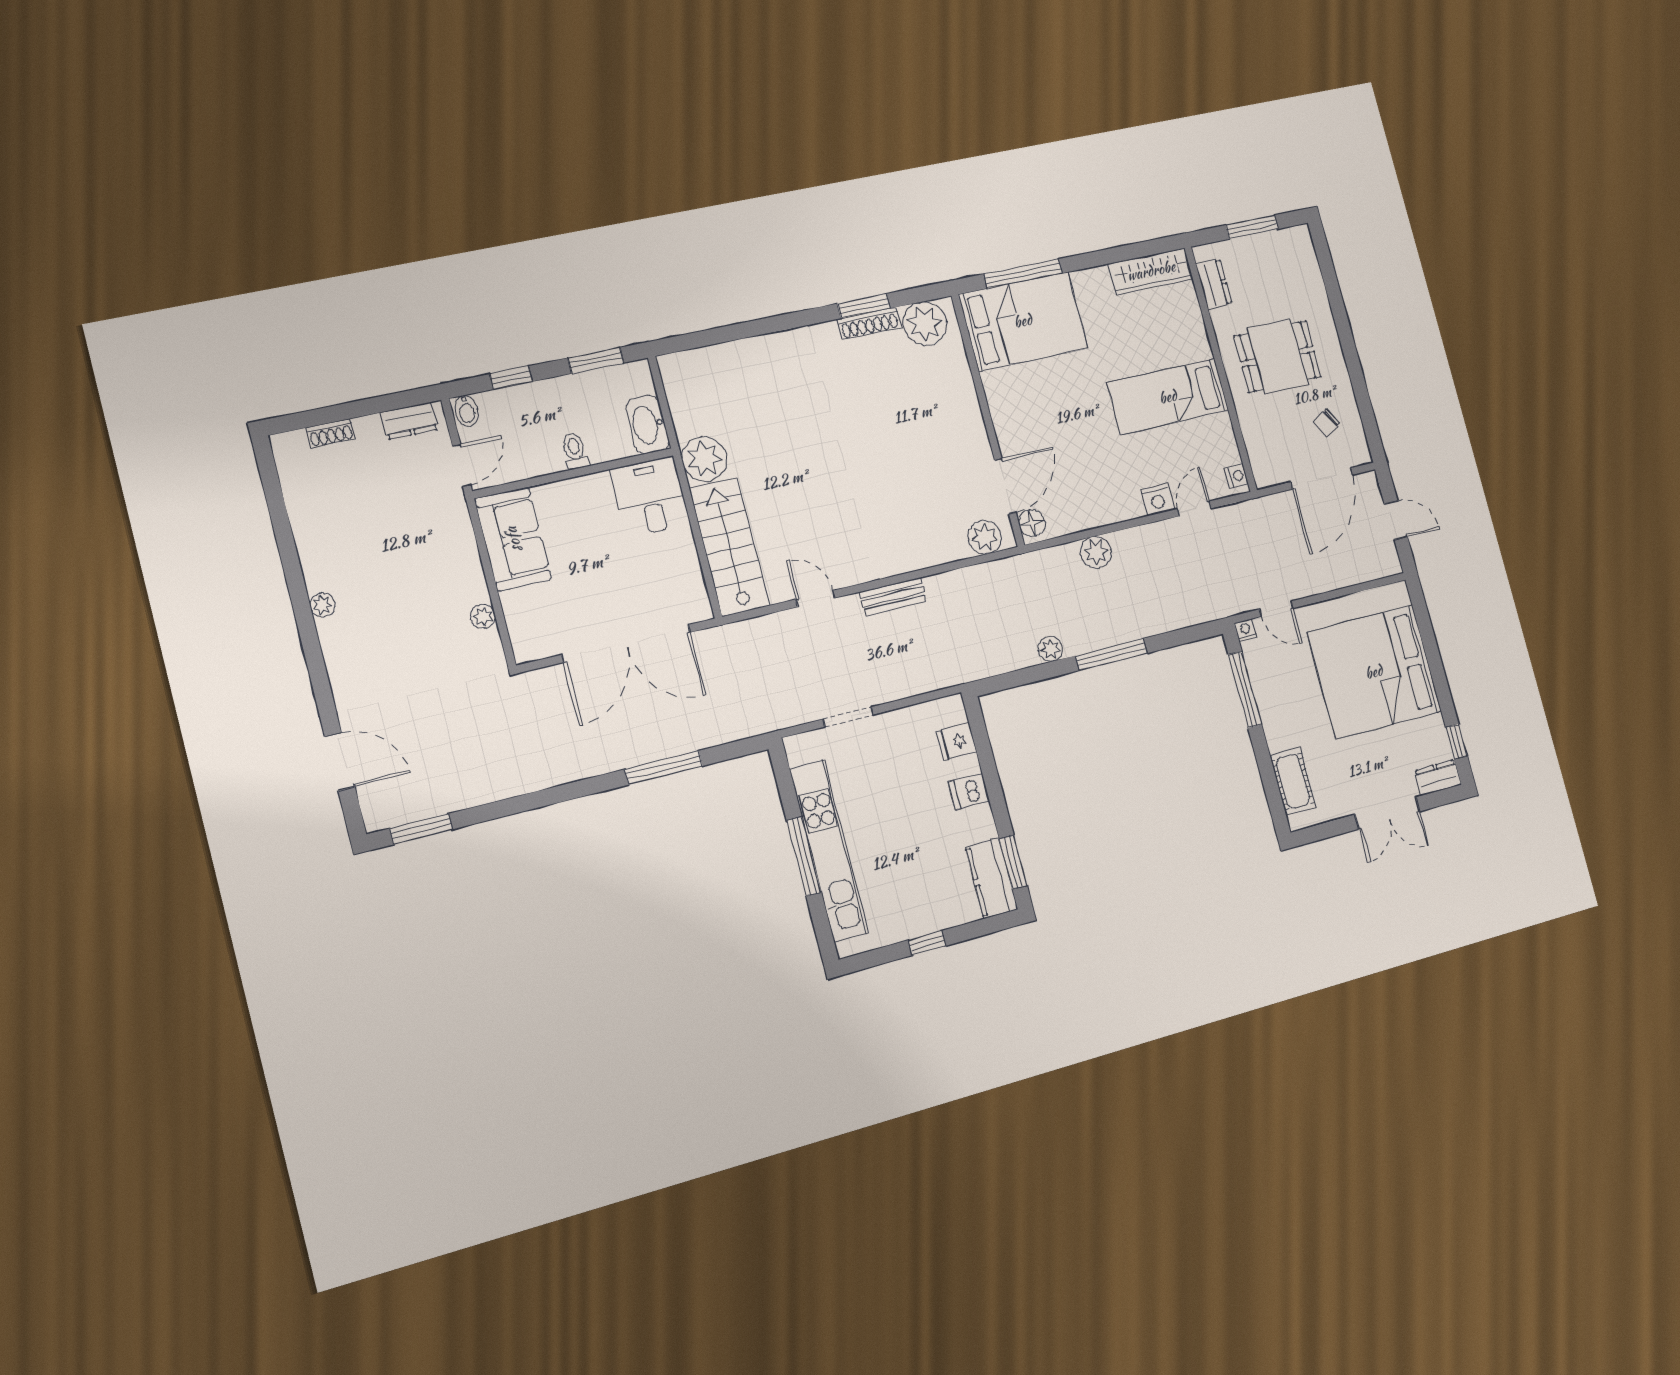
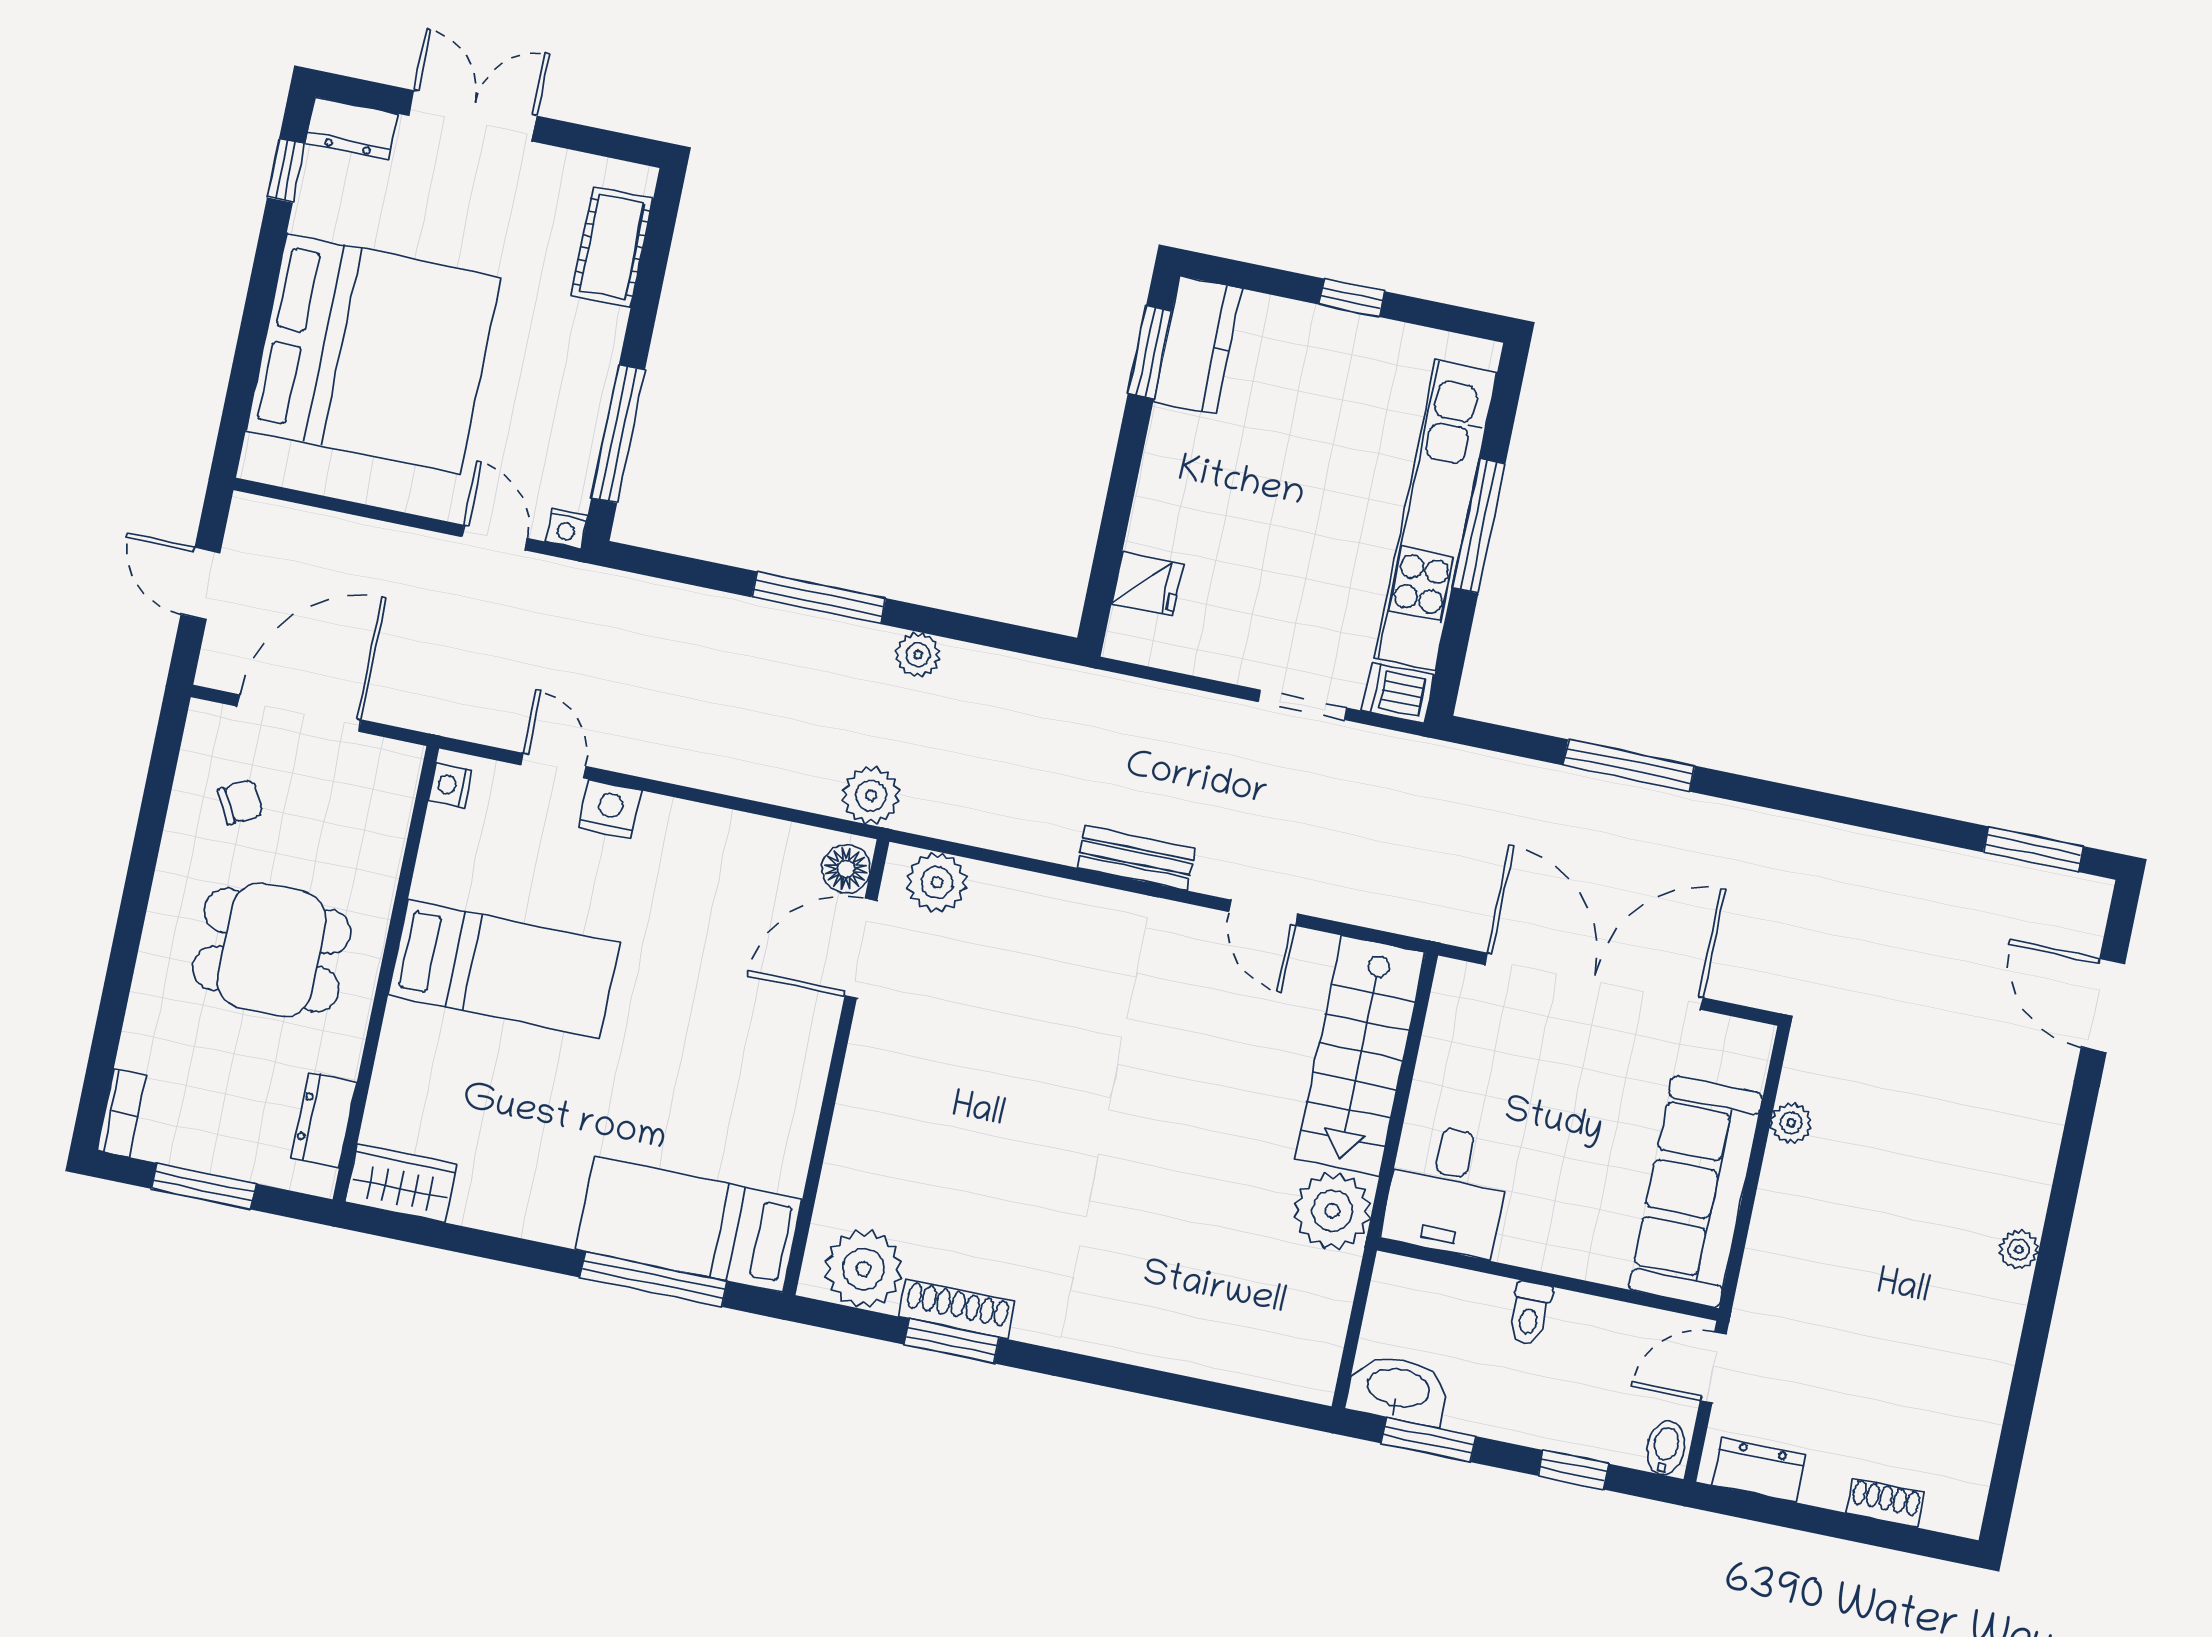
bookcase: (1306, 246) -> (122, 1113), added
wardrobe: (1151, 271) -> (401, 1183), width x0.67
bed: (1023, 321) -> (689, 1224), width x0.67
washbasin: (647, 425) -> (1398, 1390), moved, turned -90
door: (1194, 509) -> (553, 766), swing flipped
sofa: (513, 539) -> (1696, 1192), width x1.36
plant: (1096, 552) -> (871, 795), moved
dishwasher: (969, 792) -> (1398, 693), moved, turned 180

